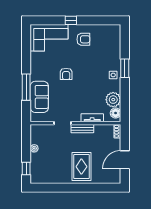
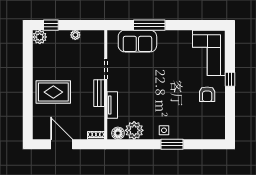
armchair: (66, 74) -> (165, 73), removed
plant: (36, 178) -> (40, 37), added

